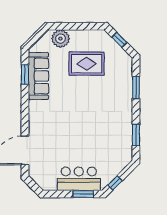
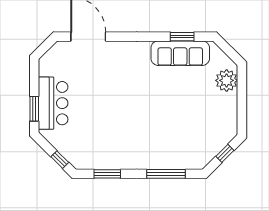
rug: (87, 64) -> (196, 113), removed
window: (136, 88) -> (166, 174), width x1.44
window: (115, 183) -> (60, 160), moved

